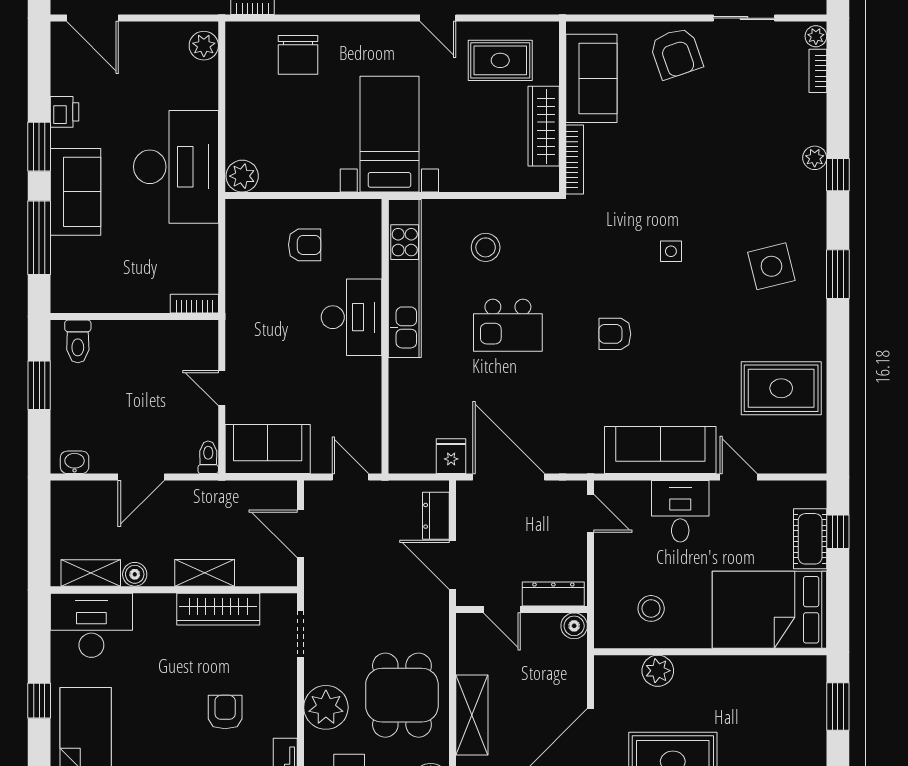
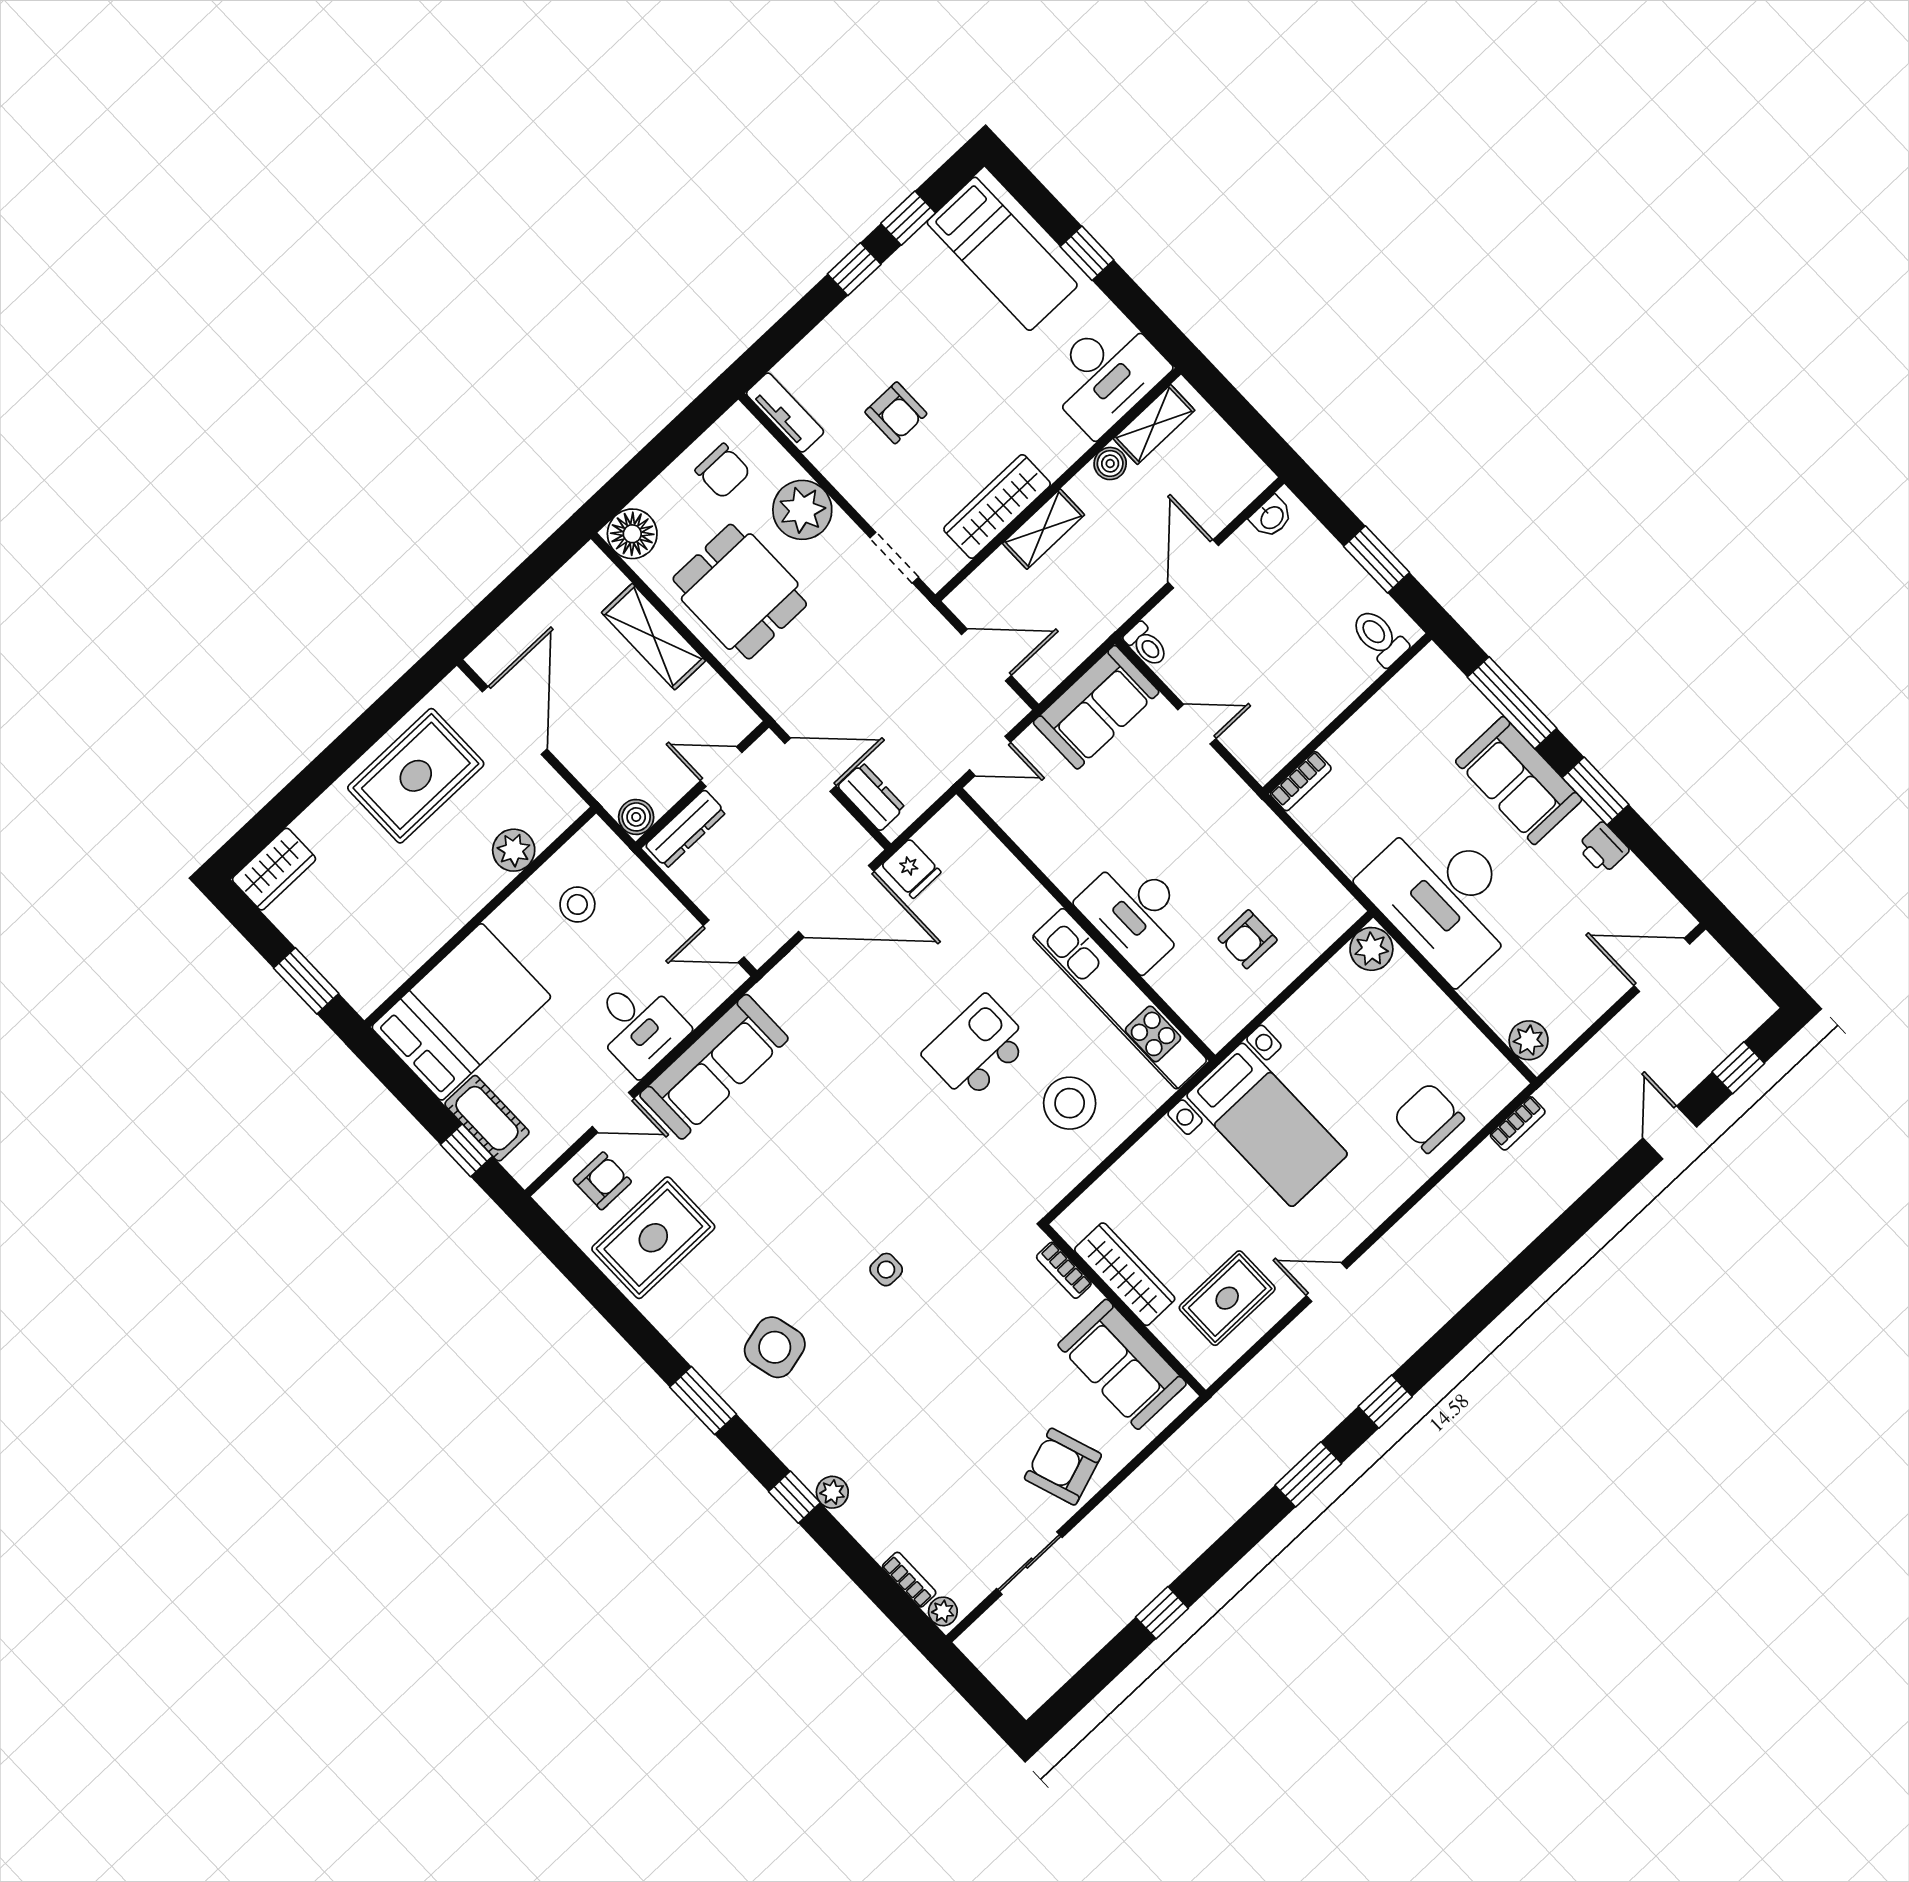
bookcase: (575, 159) -> (1064, 1270), width x0.64
stool: (486, 247) -> (1070, 1103), width x1.38, depth x1.38
armchair: (615, 334) -> (602, 1181), moved

